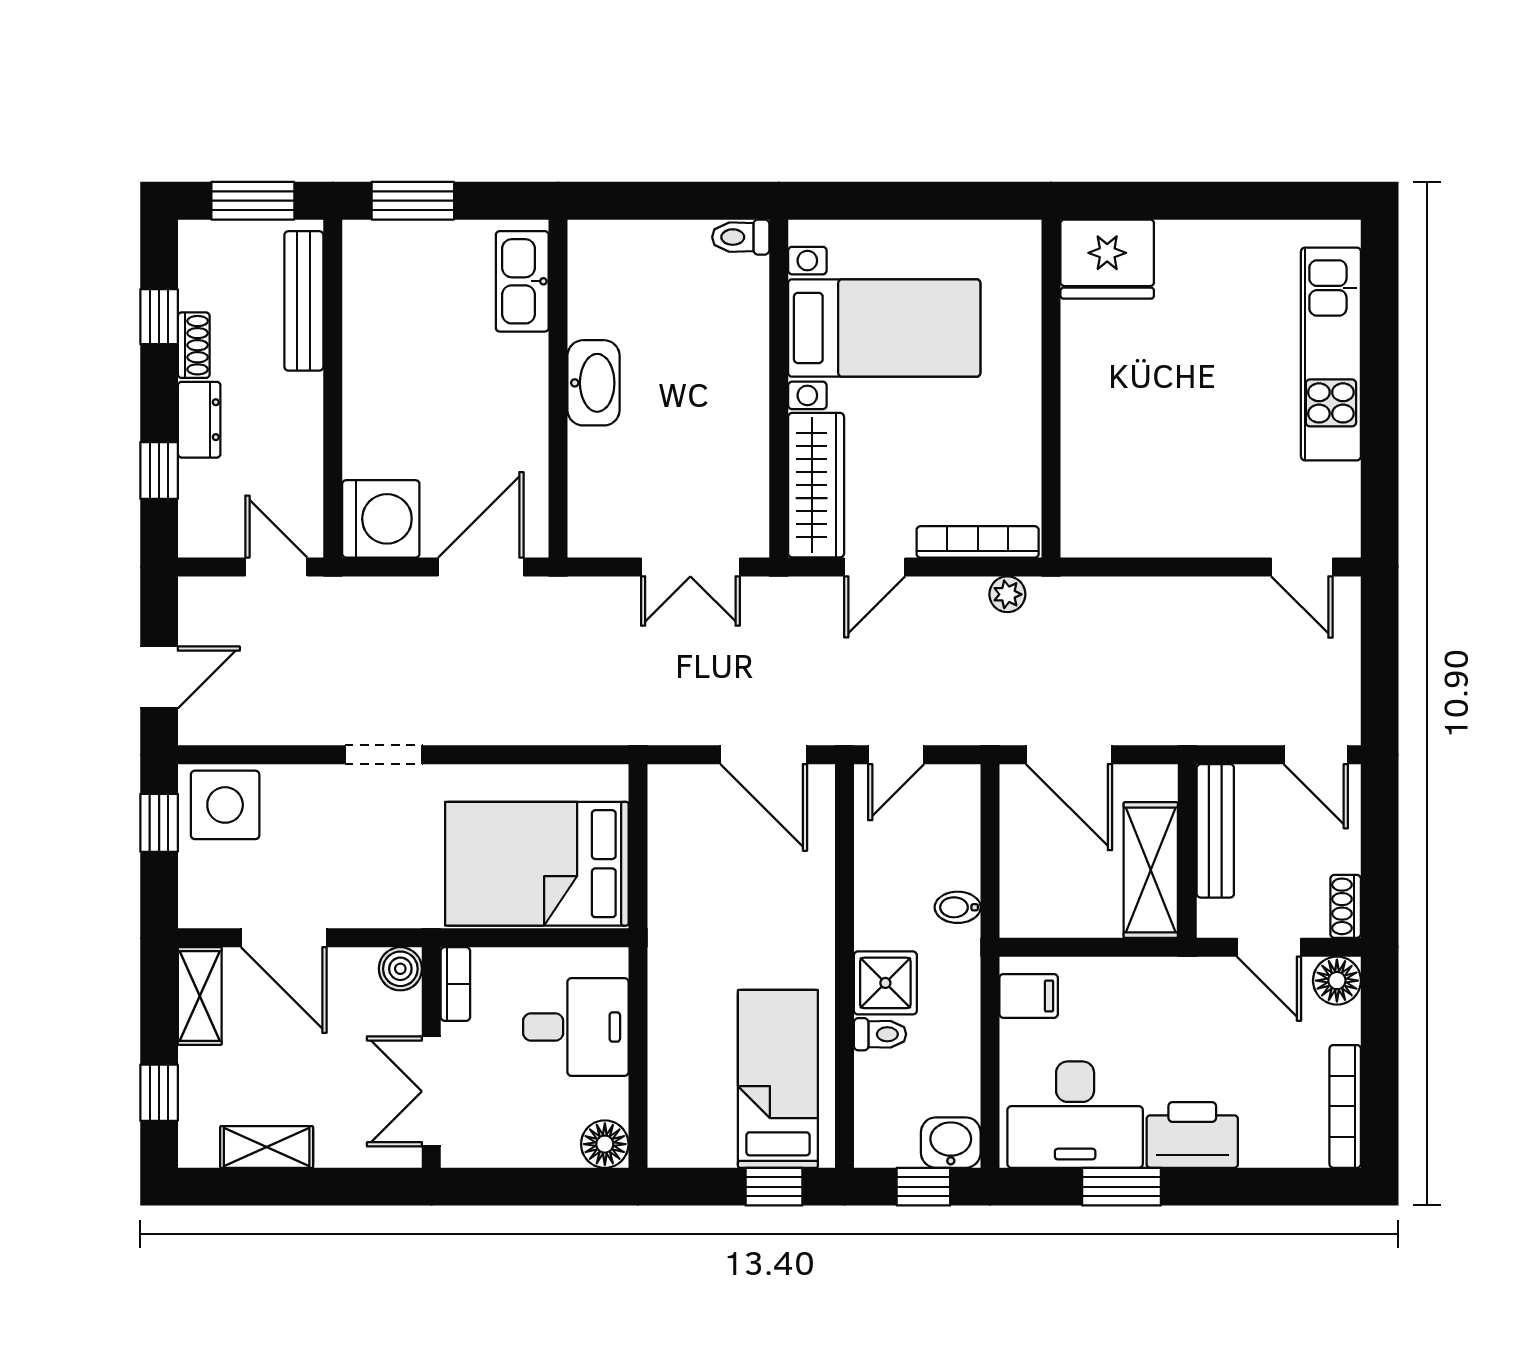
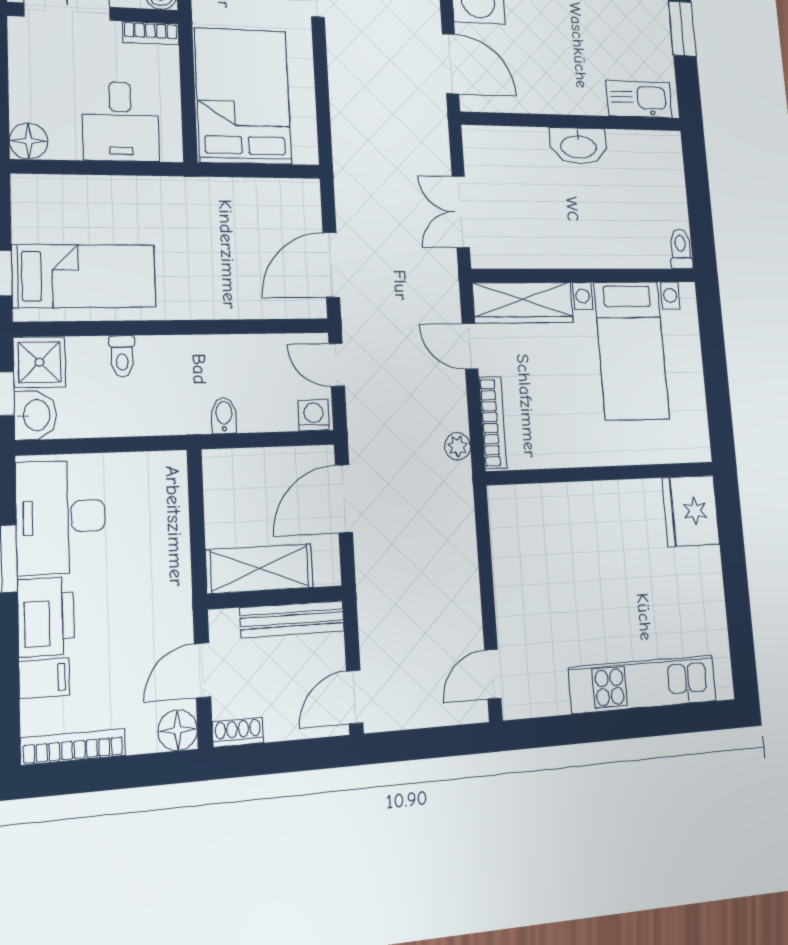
washing machine: (961, 789) -> (314, 415), added
shower: (885, 983) -> (39, 362), moved
filing cabinet: (1029, 996) -> (44, 678), moved, turned -90

